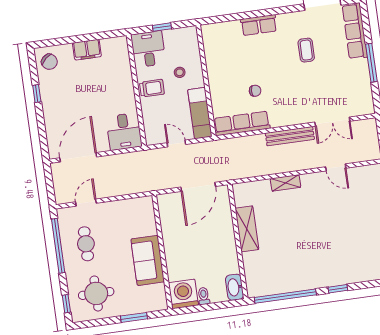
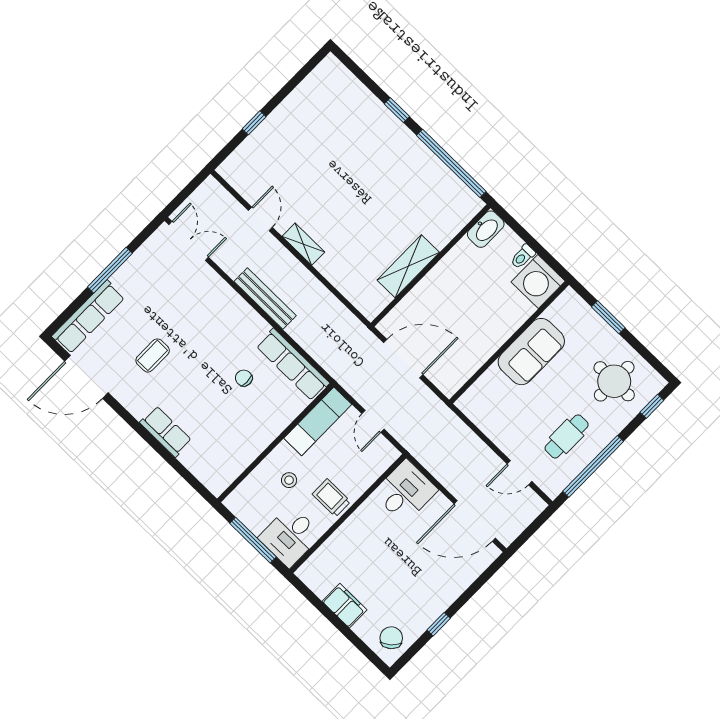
window: (162, 27) -> (253, 540), width x2.17
double door: (332, 122) -> (189, 241), moved
shelving: (286, 183) -> (303, 244), moved

